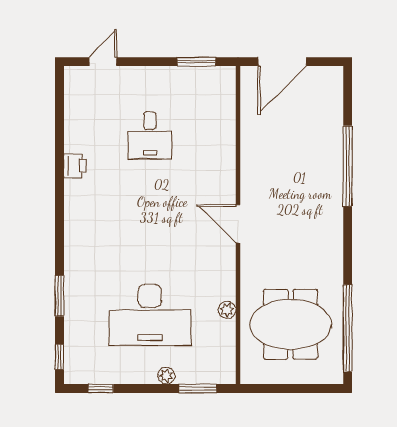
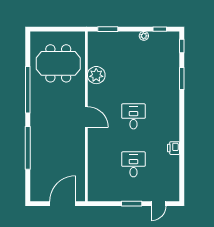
window: (196, 62) -> (132, 204), moved
plant: (227, 310) -> (96, 75), width x1.87, depth x1.87
desk: (150, 315) -> (133, 116), moved, width x0.53, depth x0.77
window: (348, 328) -> (28, 90), moved
plant: (166, 376) -> (144, 36), moved

